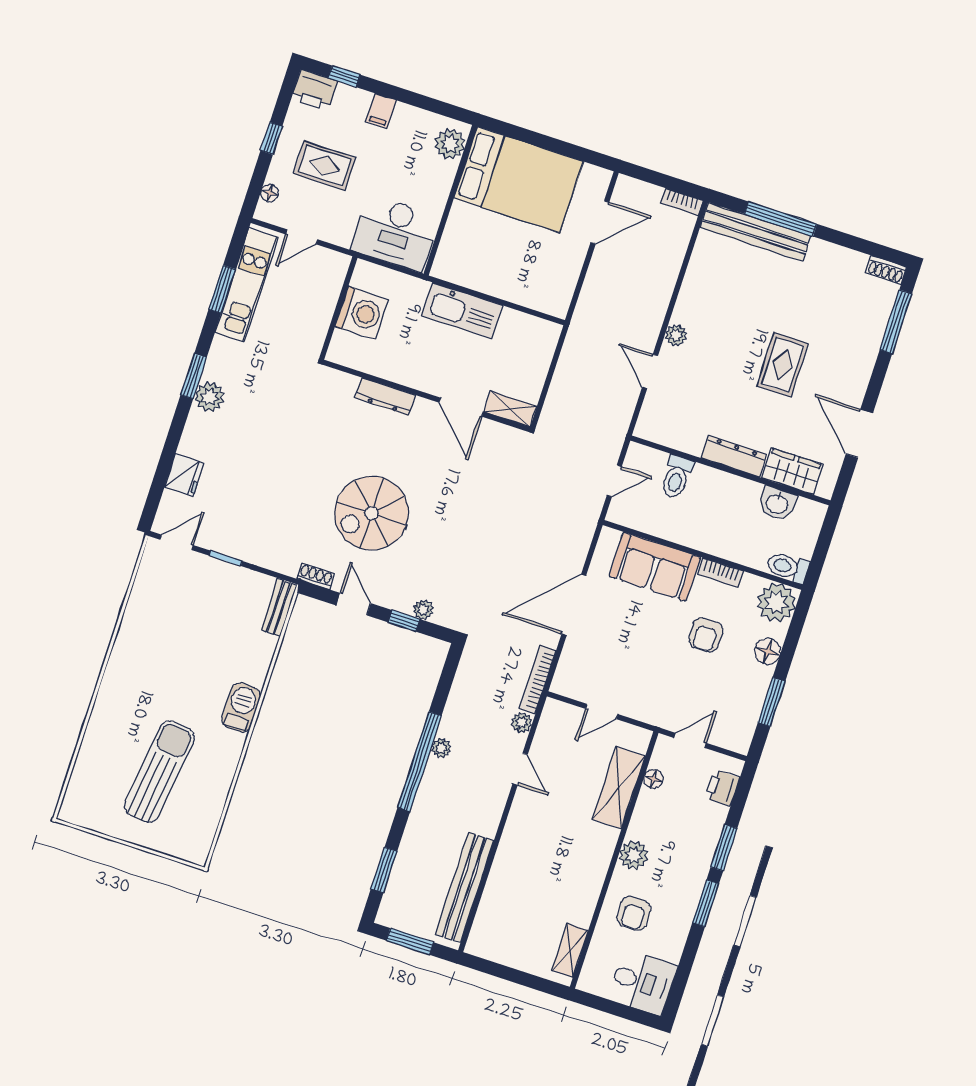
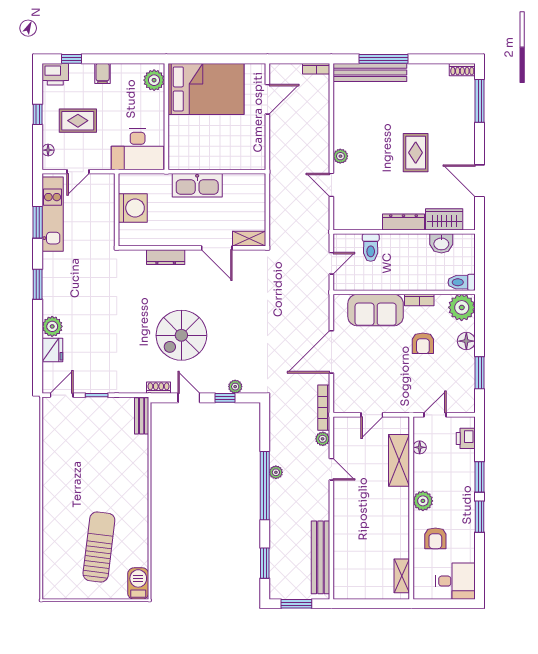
plant: (210, 397) -> (52, 326), moved
barbecue: (241, 708) -> (138, 584), moved

